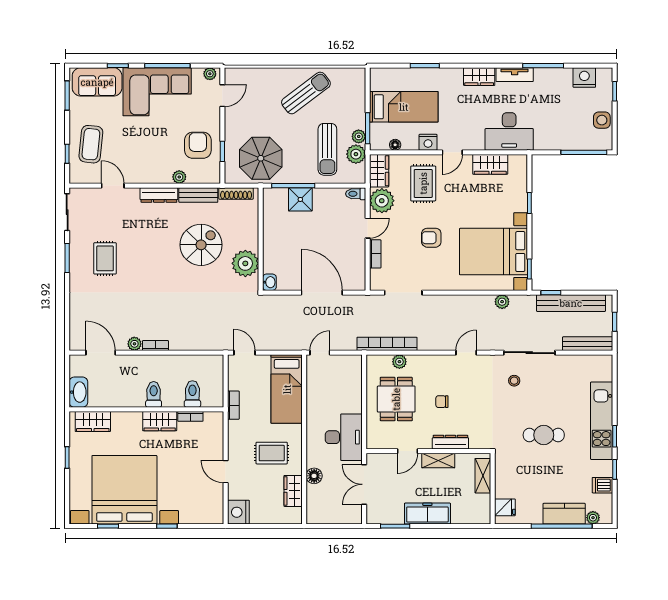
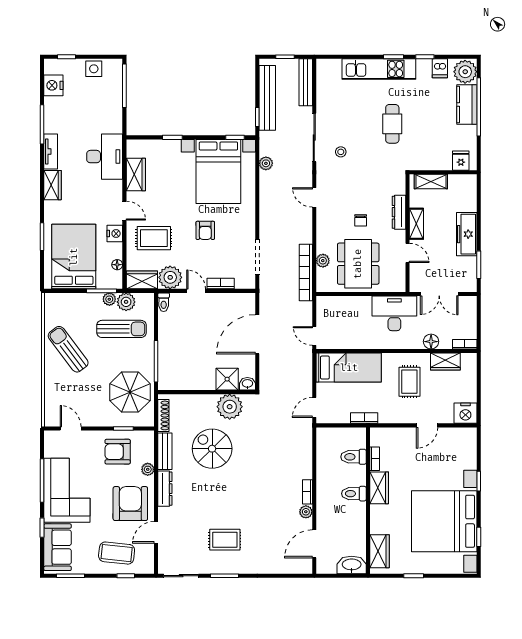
plant: (210, 74) -> (50, 440), removed
bed: (404, 107) -> (74, 257), width x1.50
armchair: (143, 159) -> (130, 504), added
shower: (300, 199) -> (227, 379), moved
dining table: (396, 399) -> (358, 264), width x1.37
bookcase: (311, 511) -> (465, 344), added
plant: (593, 518) -> (465, 72), width x1.88, depth x1.88

